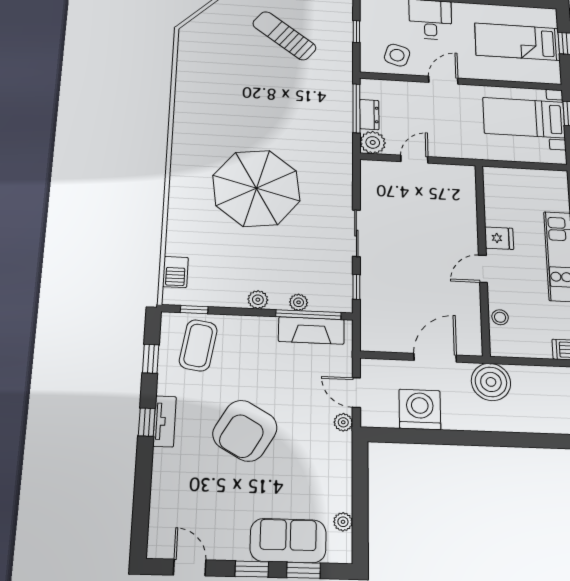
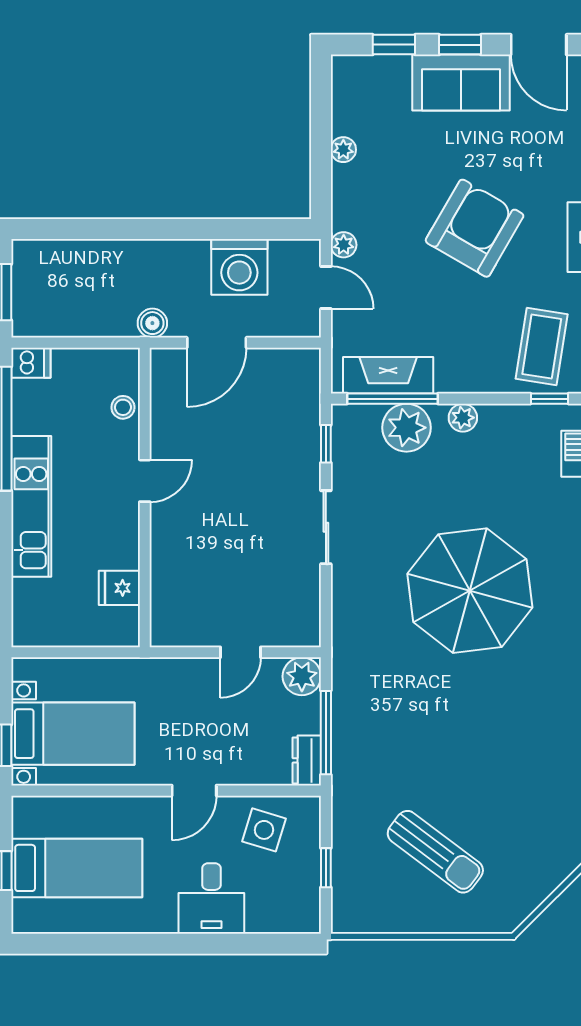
dresser: (369, 115) -> (307, 760), moved
fridge: (499, 238) -> (119, 588), moved
plant: (299, 302) -> (406, 428), width x1.88, depth x1.88
boiler: (491, 382) -> (152, 323), width x0.54, depth x0.54
plant: (343, 522) -> (343, 150), moved
sofa: (288, 541) -> (461, 83), moved
door: (190, 567) -> (539, 45), width x1.38

